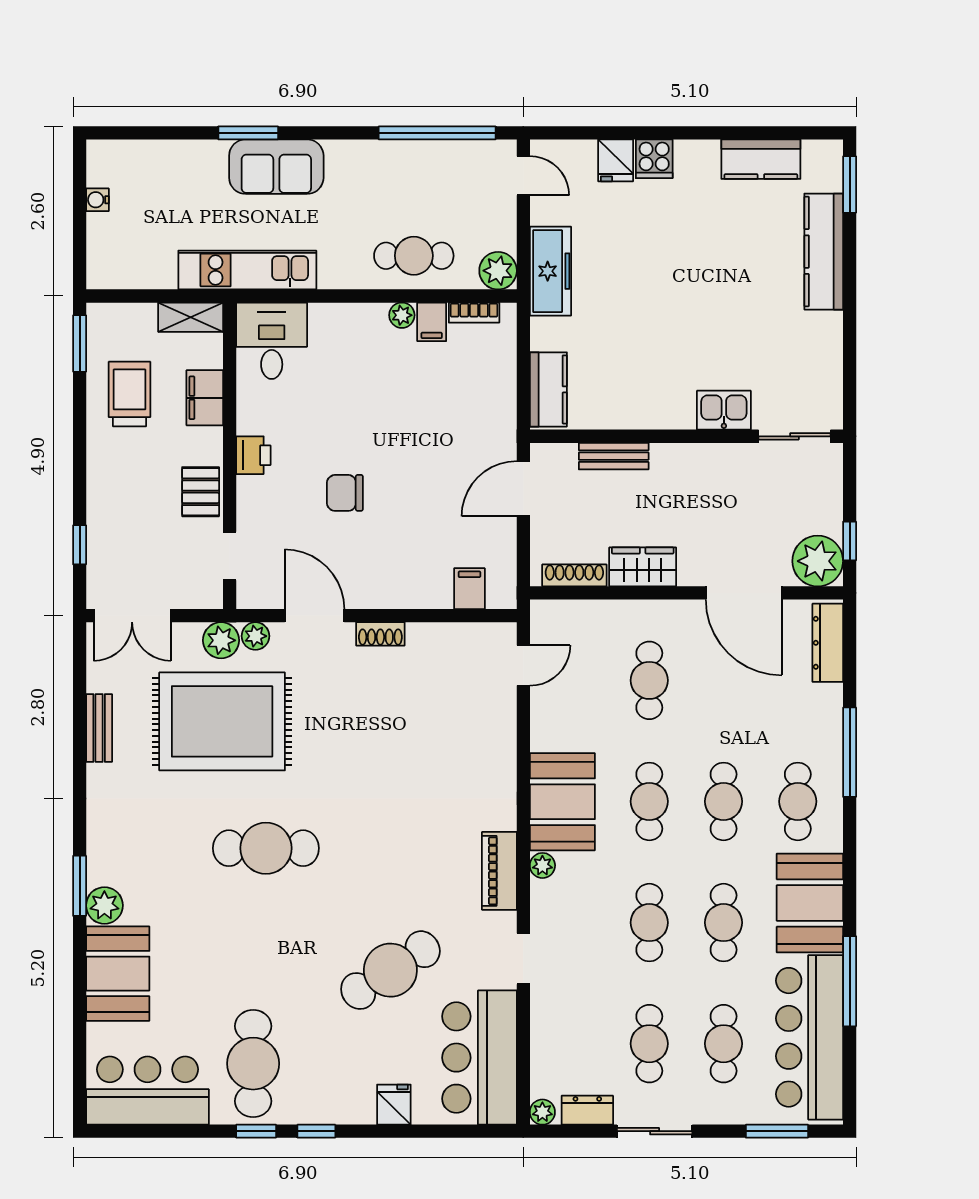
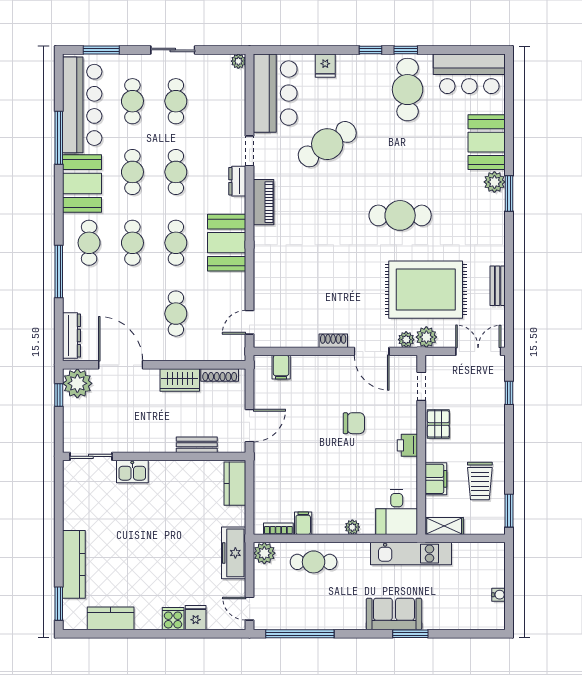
plant: (402, 315) -> (352, 527), moved
plant: (542, 865) -> (238, 205), removed
dresser: (587, 1110) -> (237, 181), moved, turned 90

